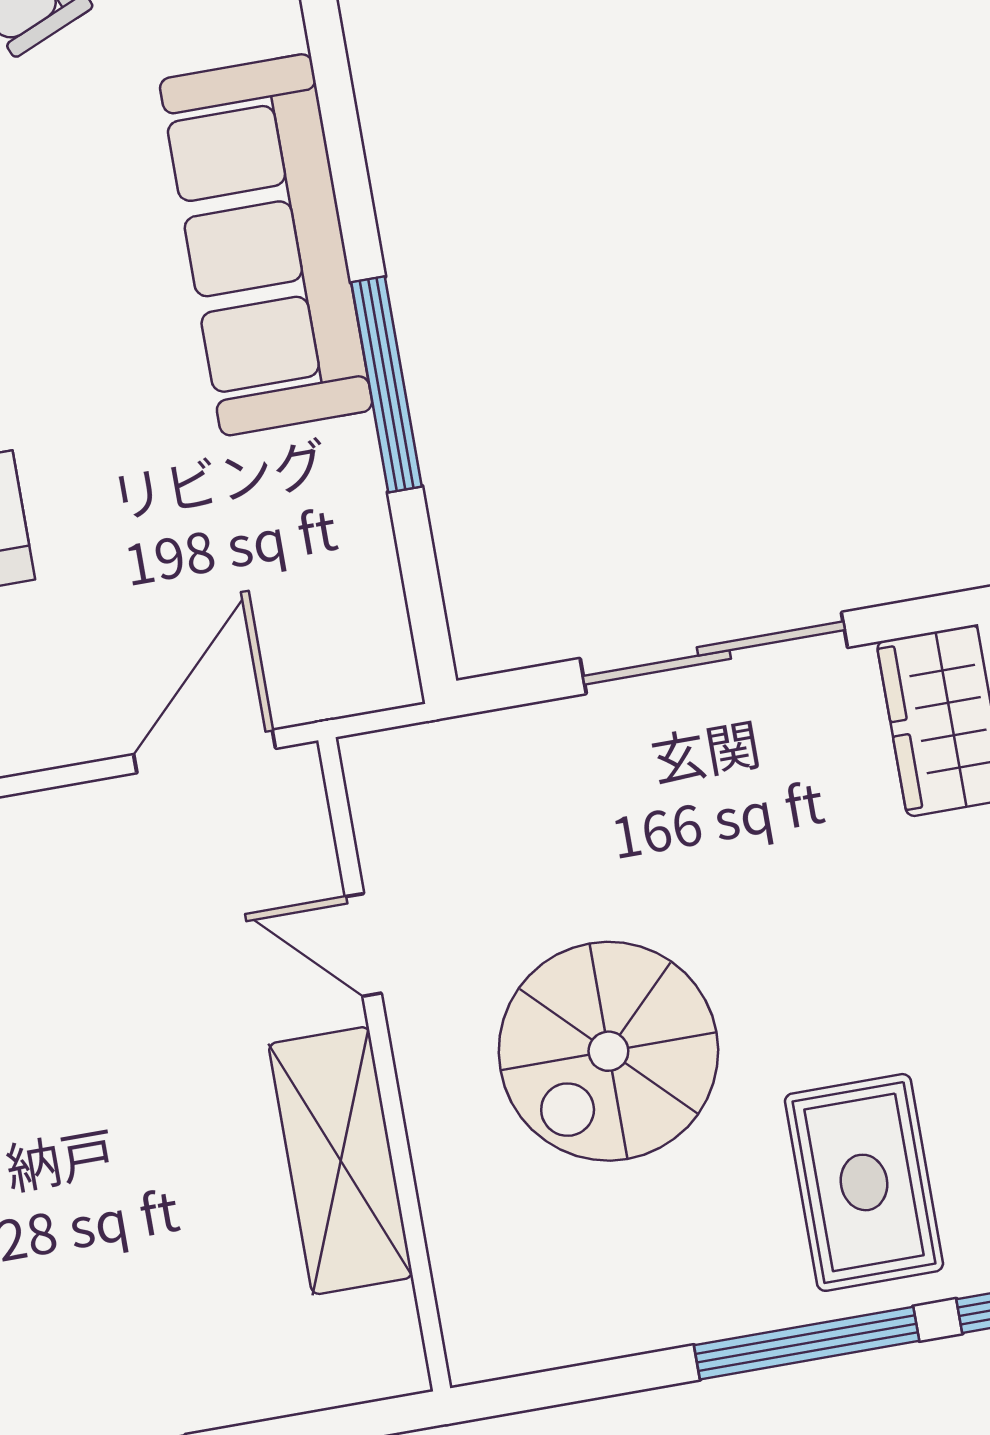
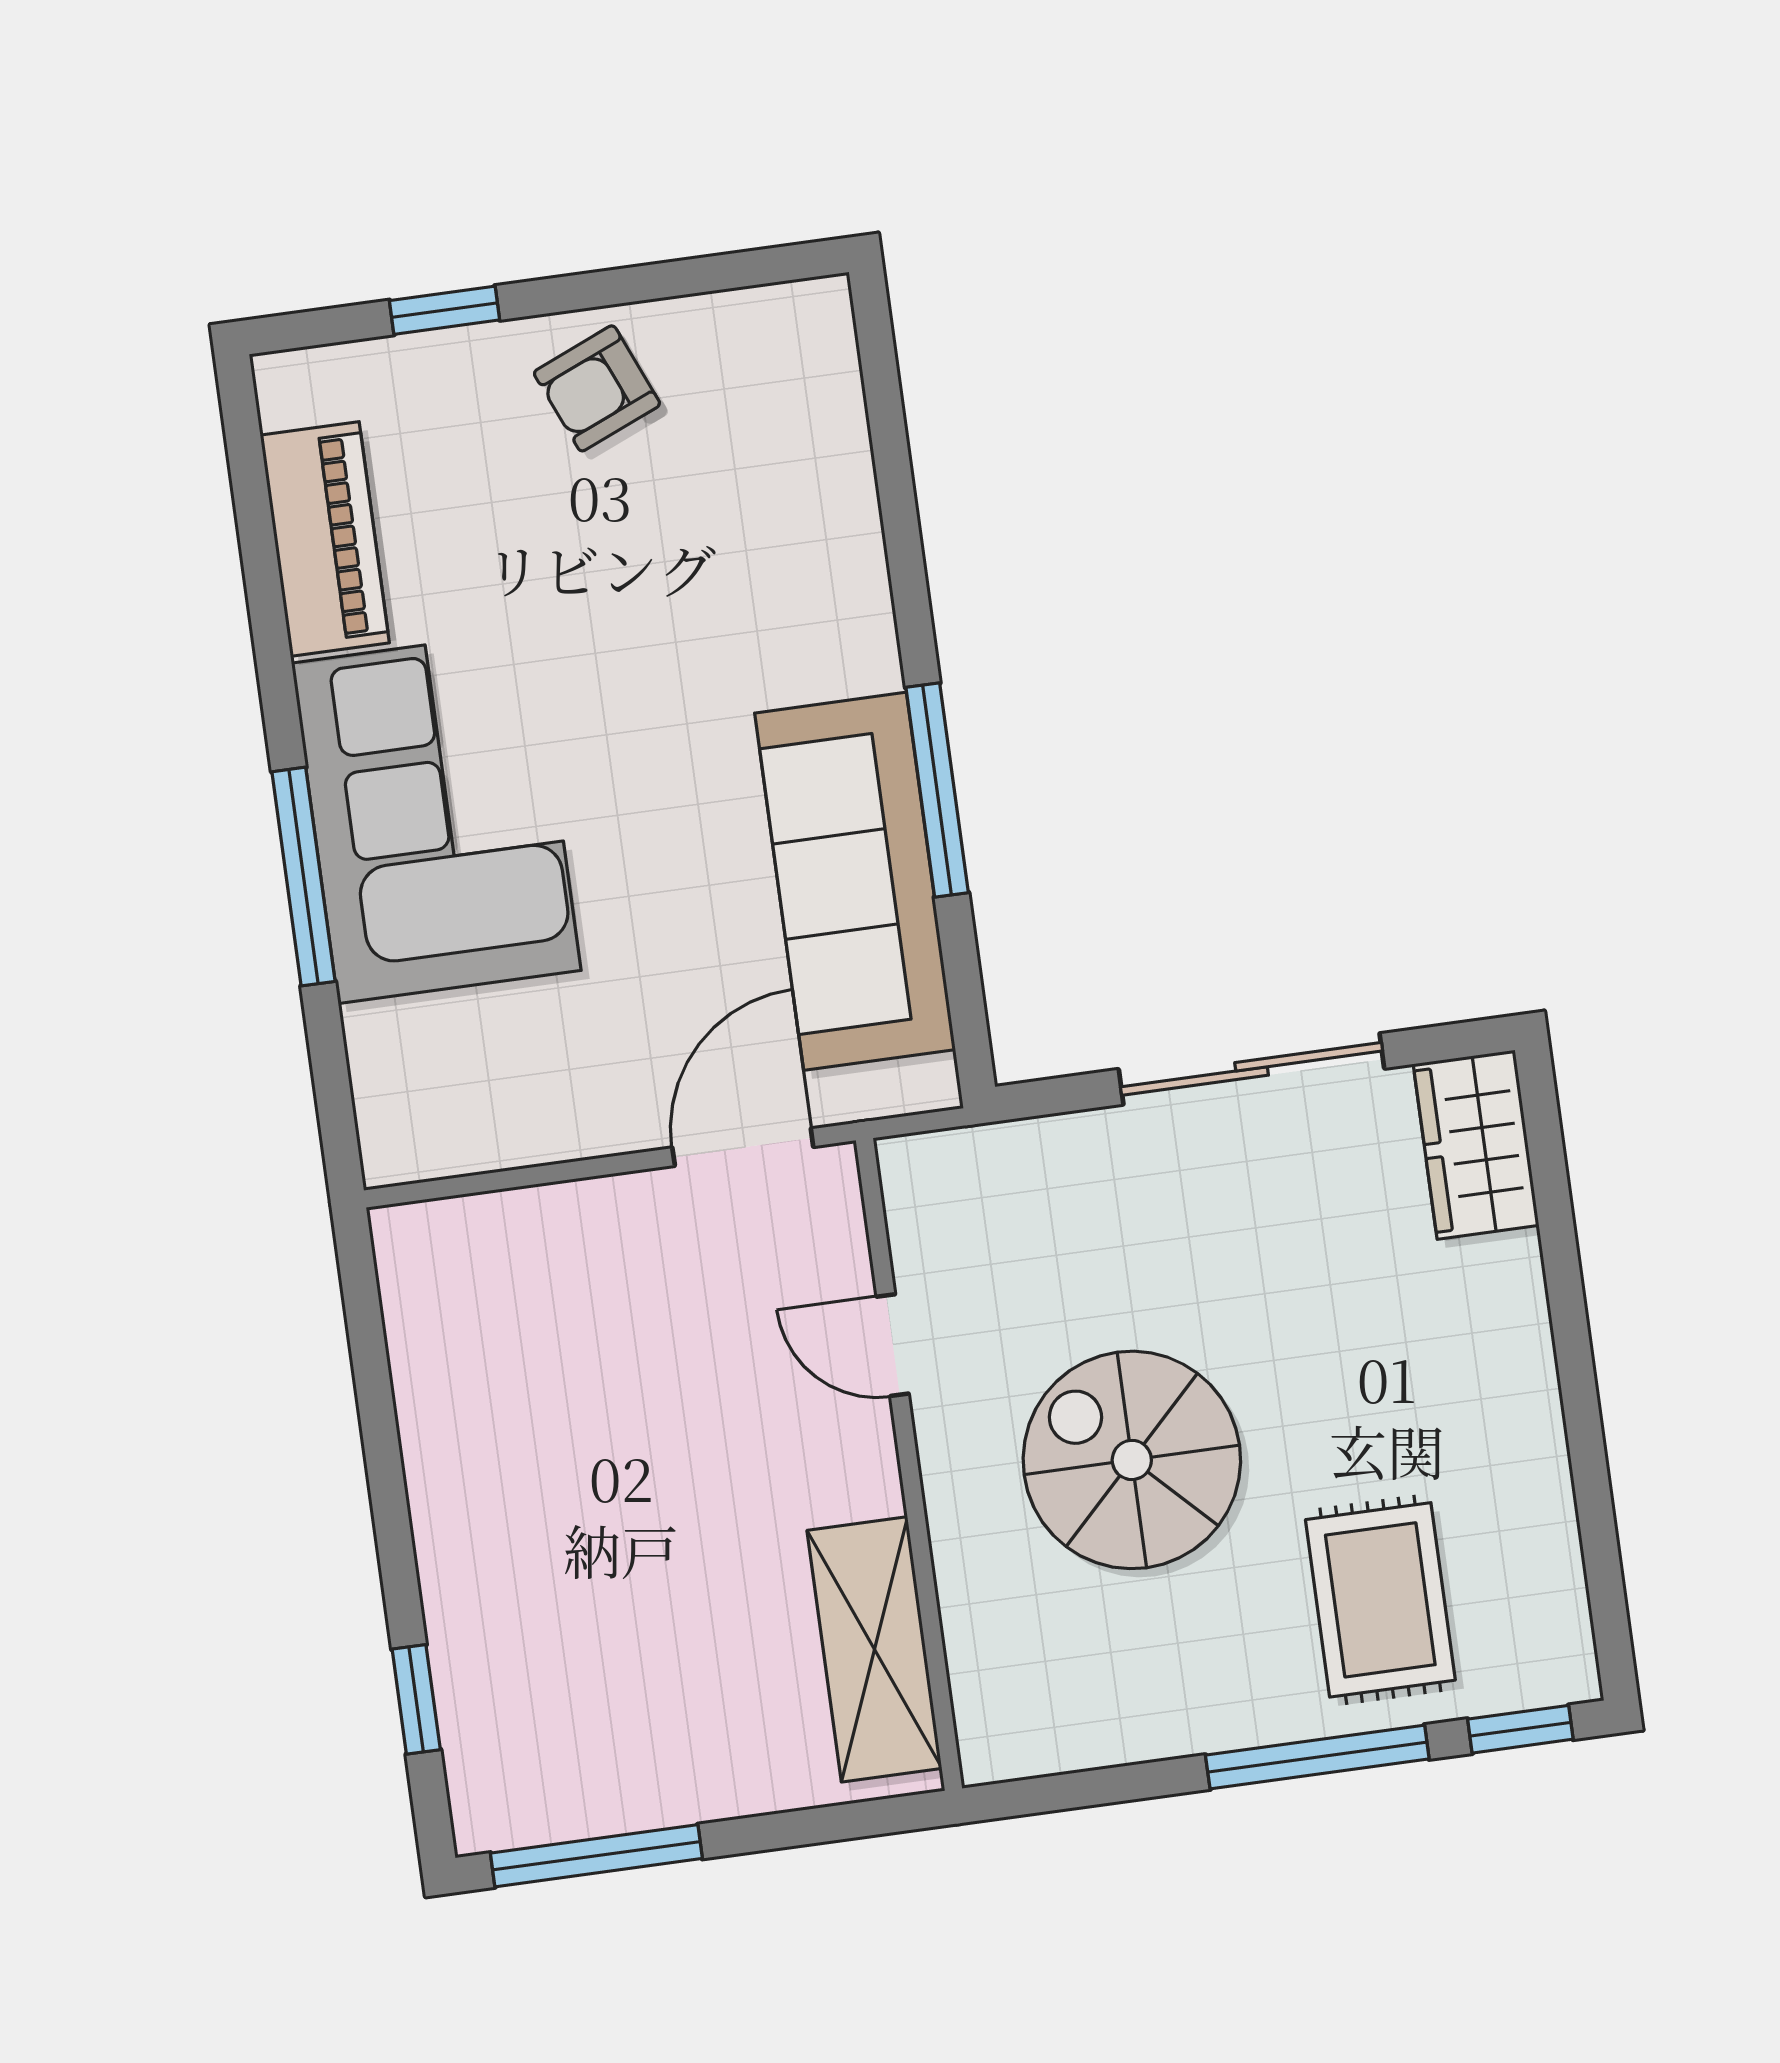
sofa: (266, 245) -> (855, 881), moved
spiral stairs: (608, 1051) -> (1132, 1460), turned 90
shelving: (341, 1161) -> (874, 1649), moved

